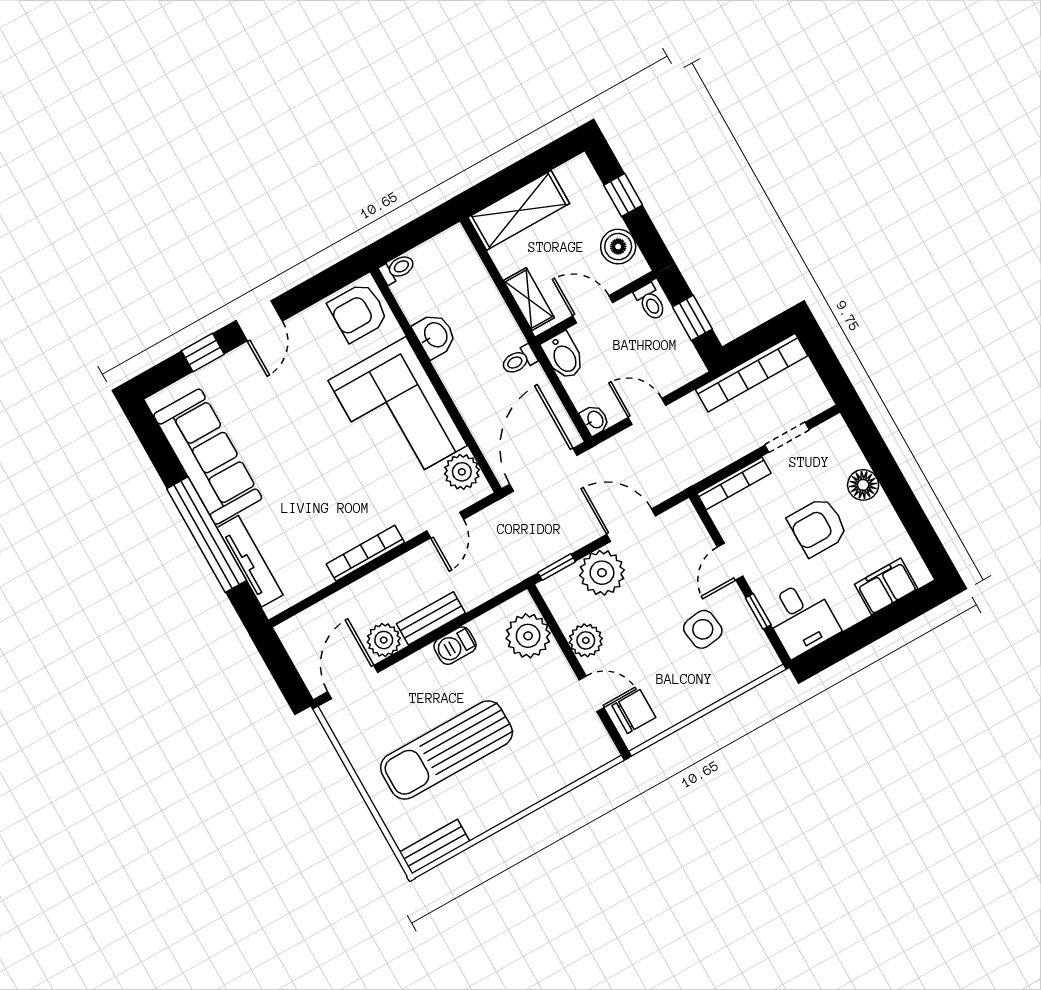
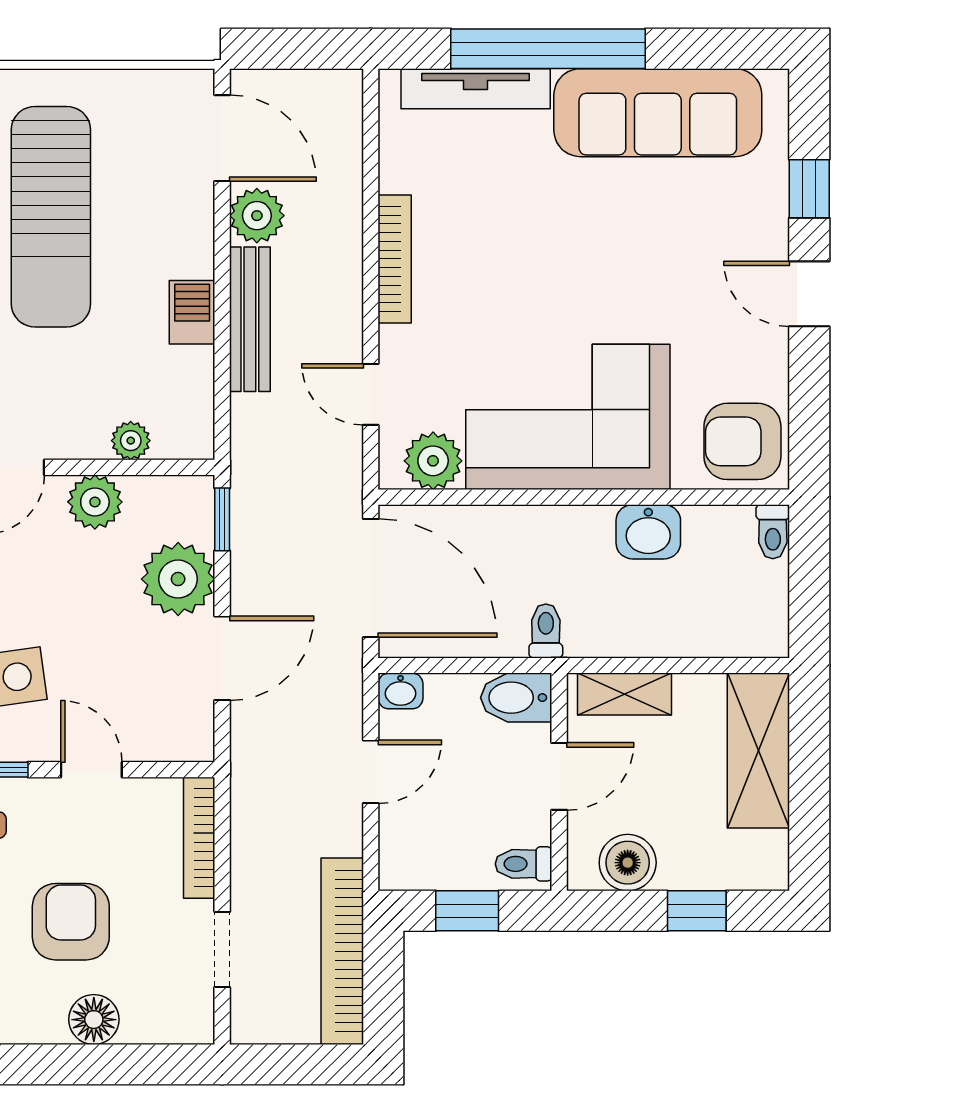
armchair: (358, 312) -> (742, 441), turned -90
bench: (431, 618) -> (250, 319), width x1.36
plant: (528, 636) -> (131, 441), width x0.53, depth x0.53
sun lounger: (446, 750) -> (51, 217), turned 180

